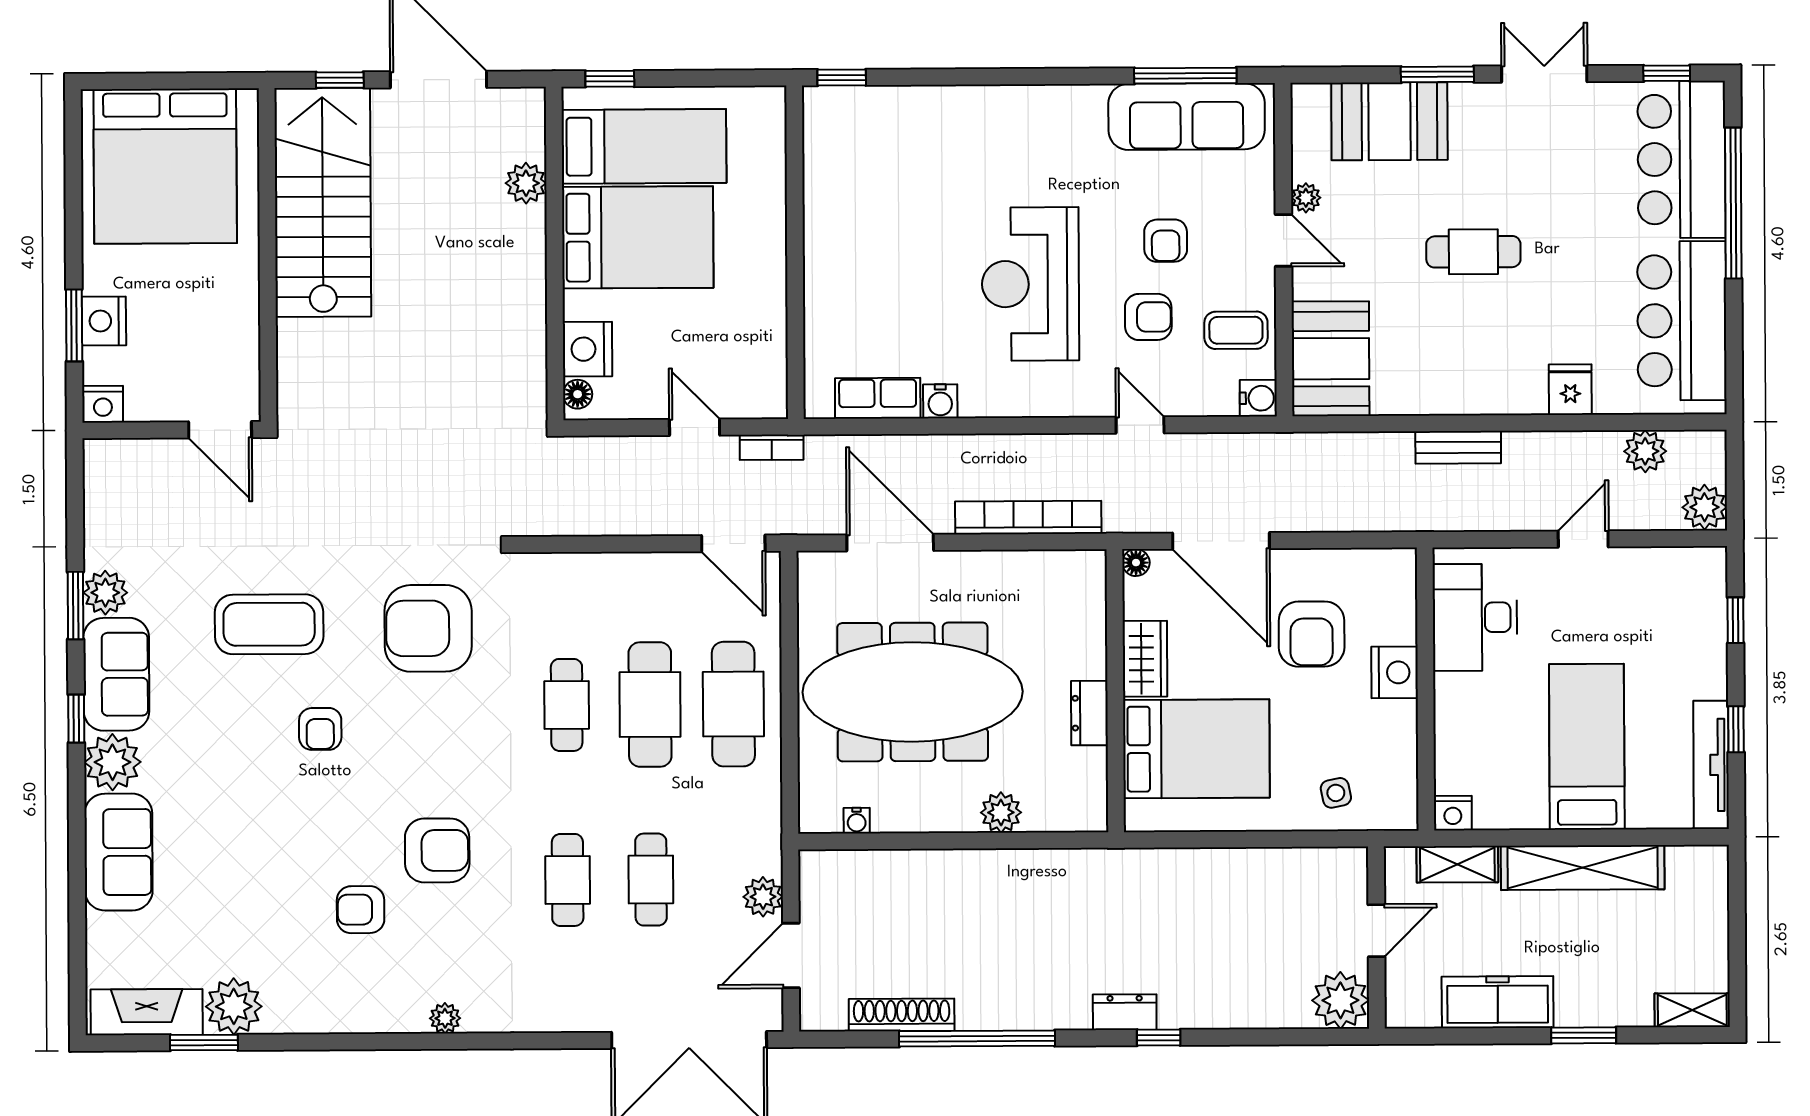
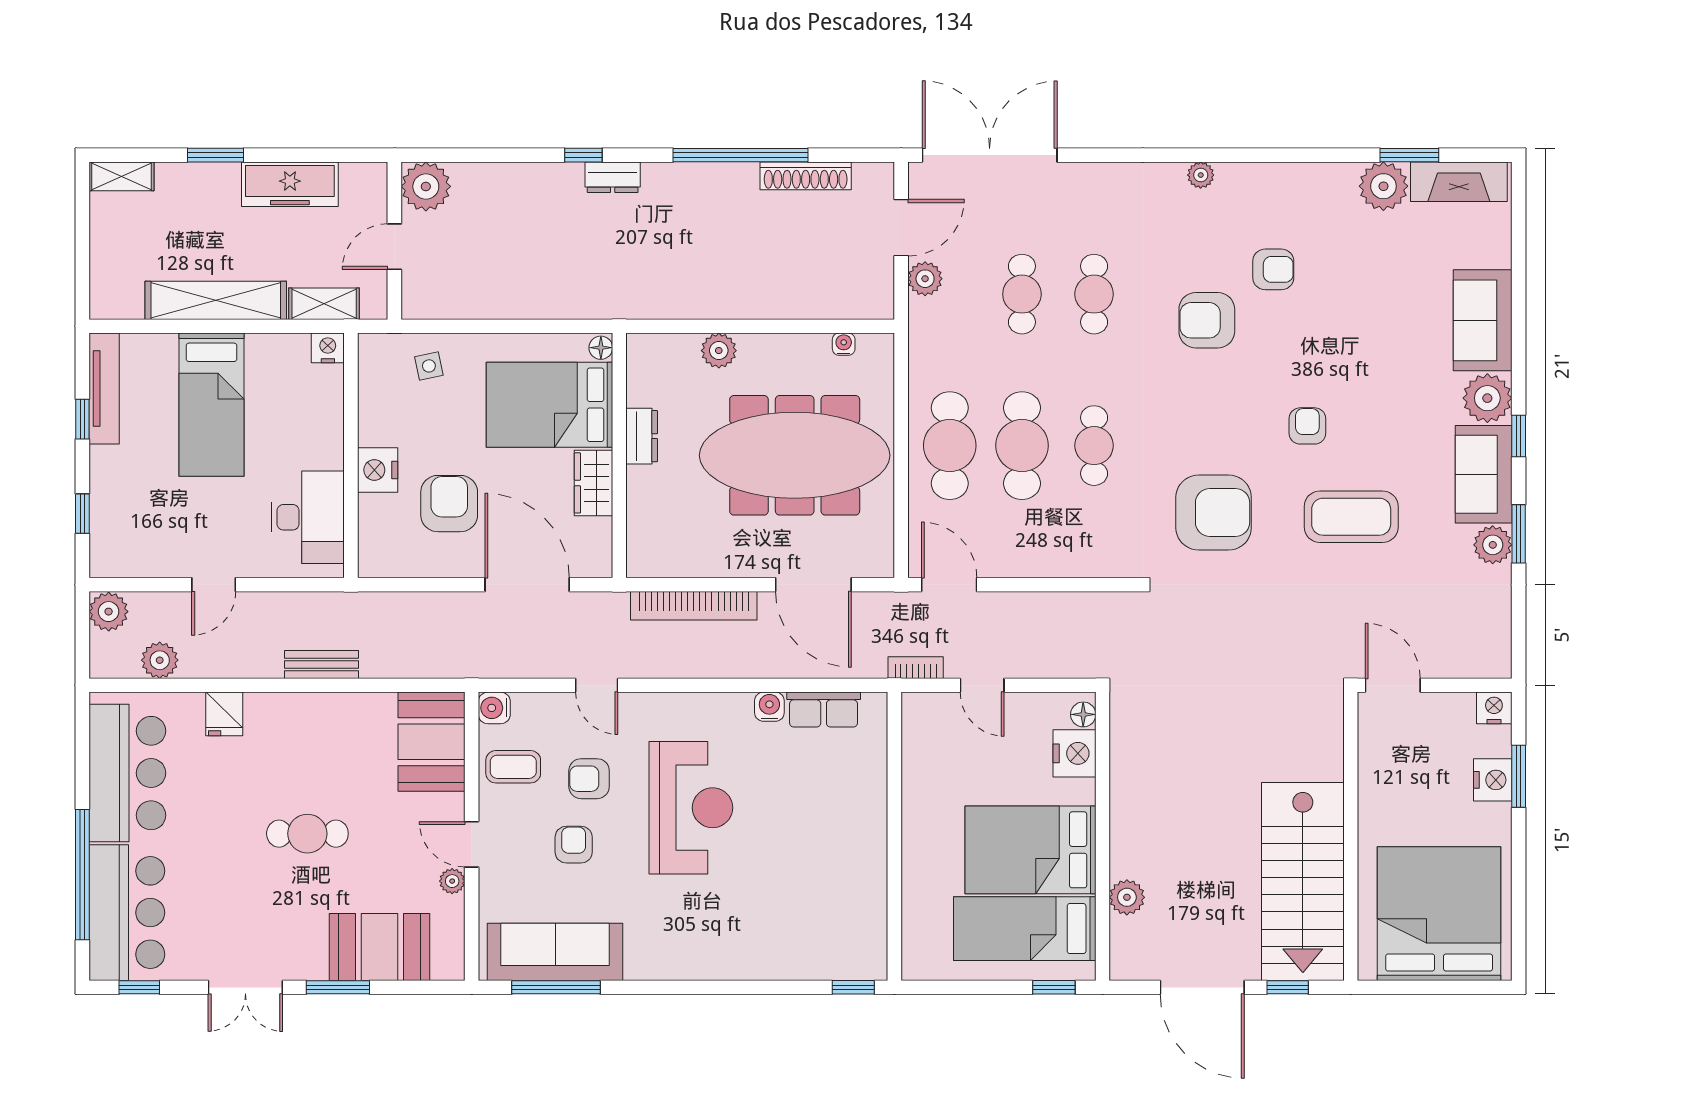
floor lamp: (1136, 563) -> (601, 348), moved

